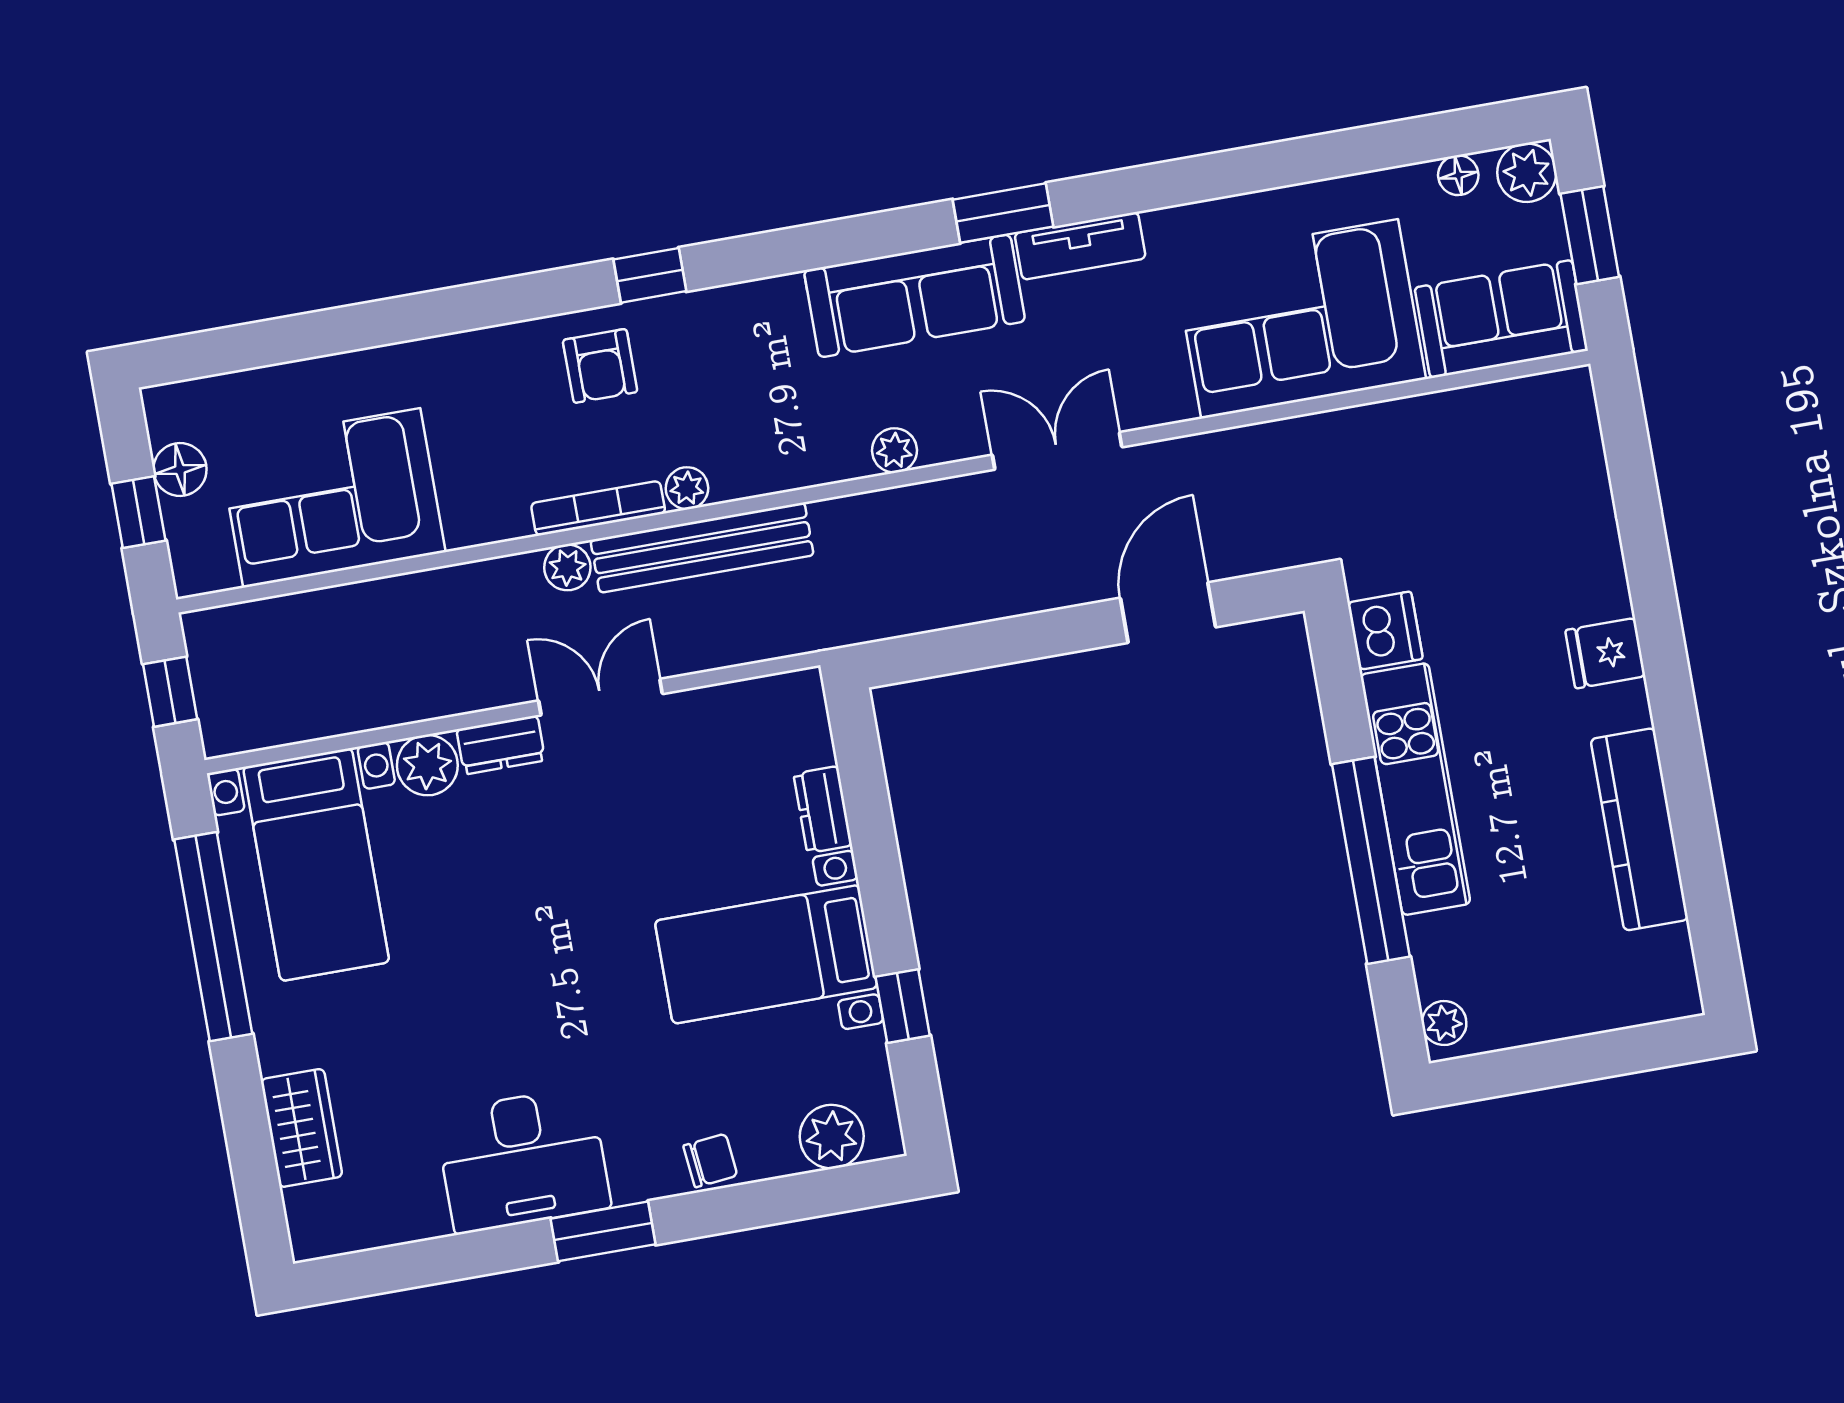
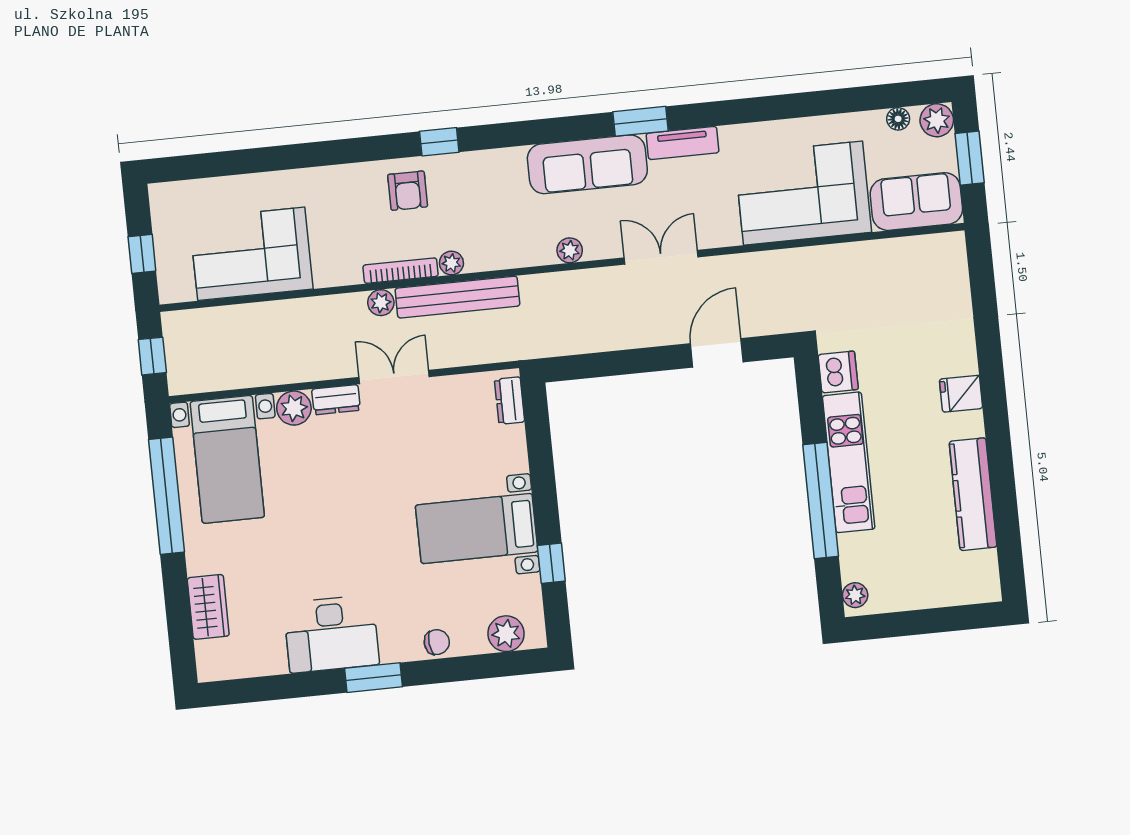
floor lamp: (180, 469) -> (167, 232), removed
dresser: (823, 810) -> (510, 401), moved

